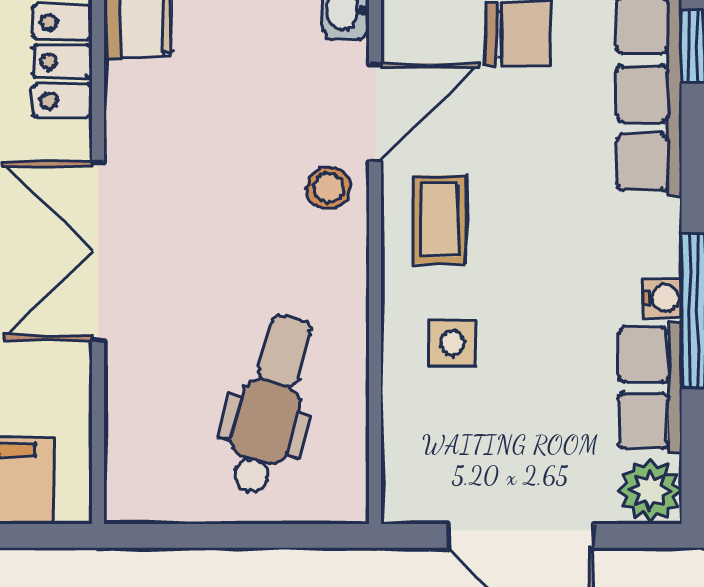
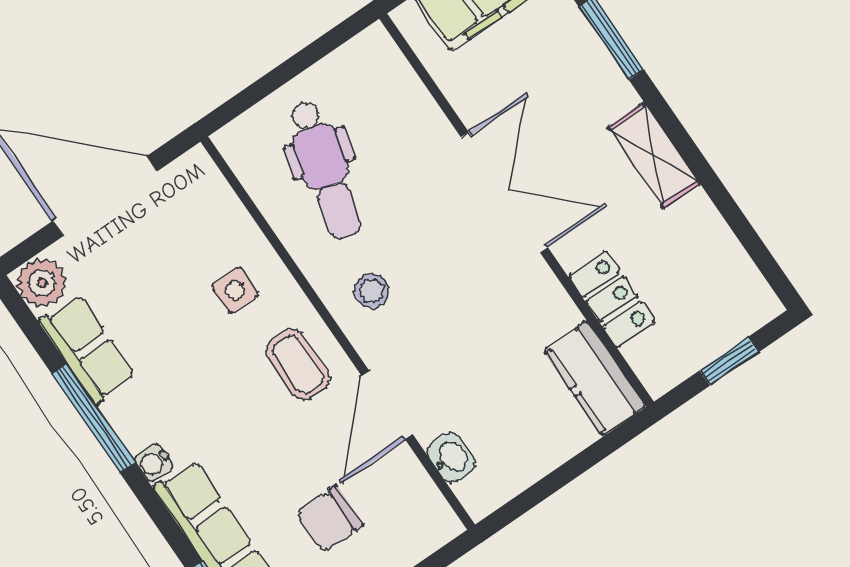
stool: (328, 188) -> (372, 291), moved
water cooler: (662, 298) -> (154, 463), moved

